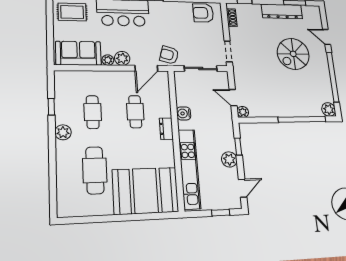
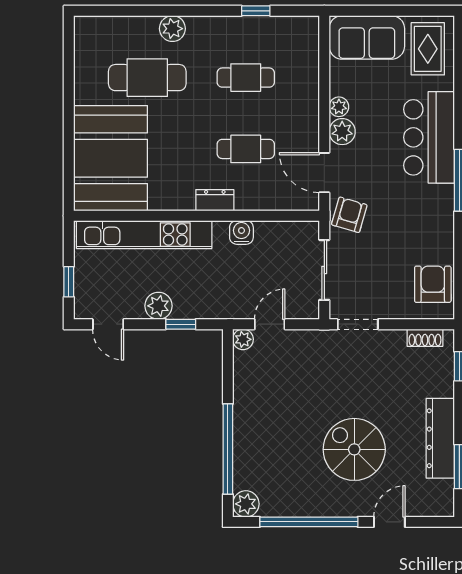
sofa: (78, 53) -> (367, 37), moved, turned 90
plant: (63, 132) -> (172, 29), moved

